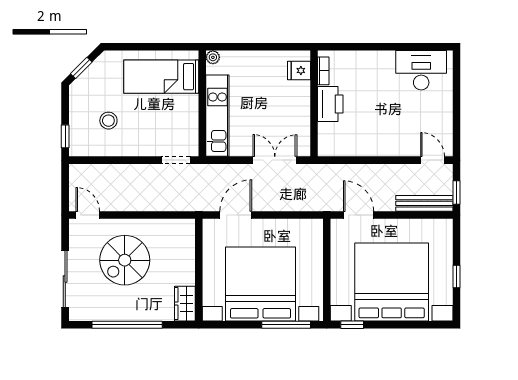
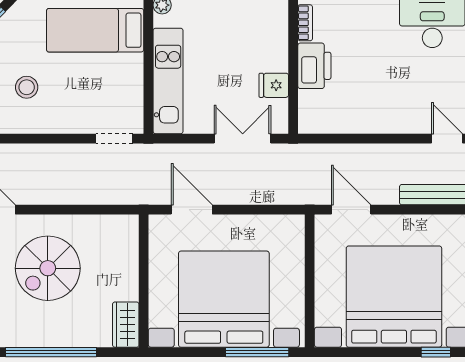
fridge: (299, 71) -> (274, 85), moved
door: (236, 215) -> (192, 210), hinge flipped
window: (352, 325) -> (436, 352), moved

